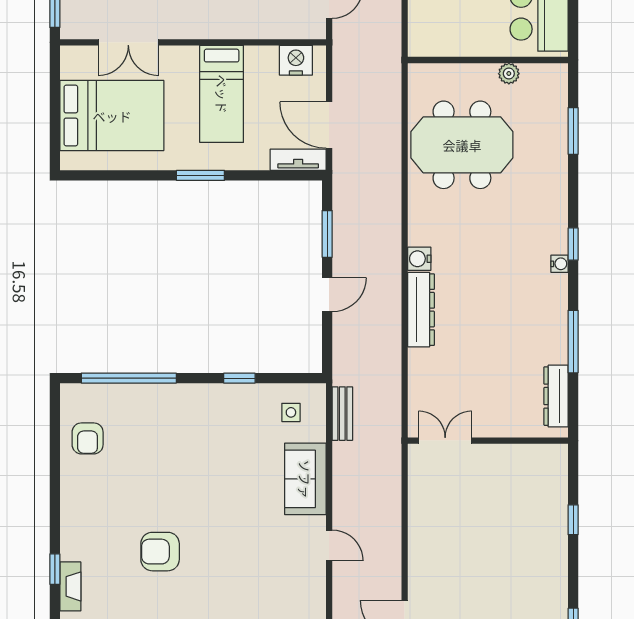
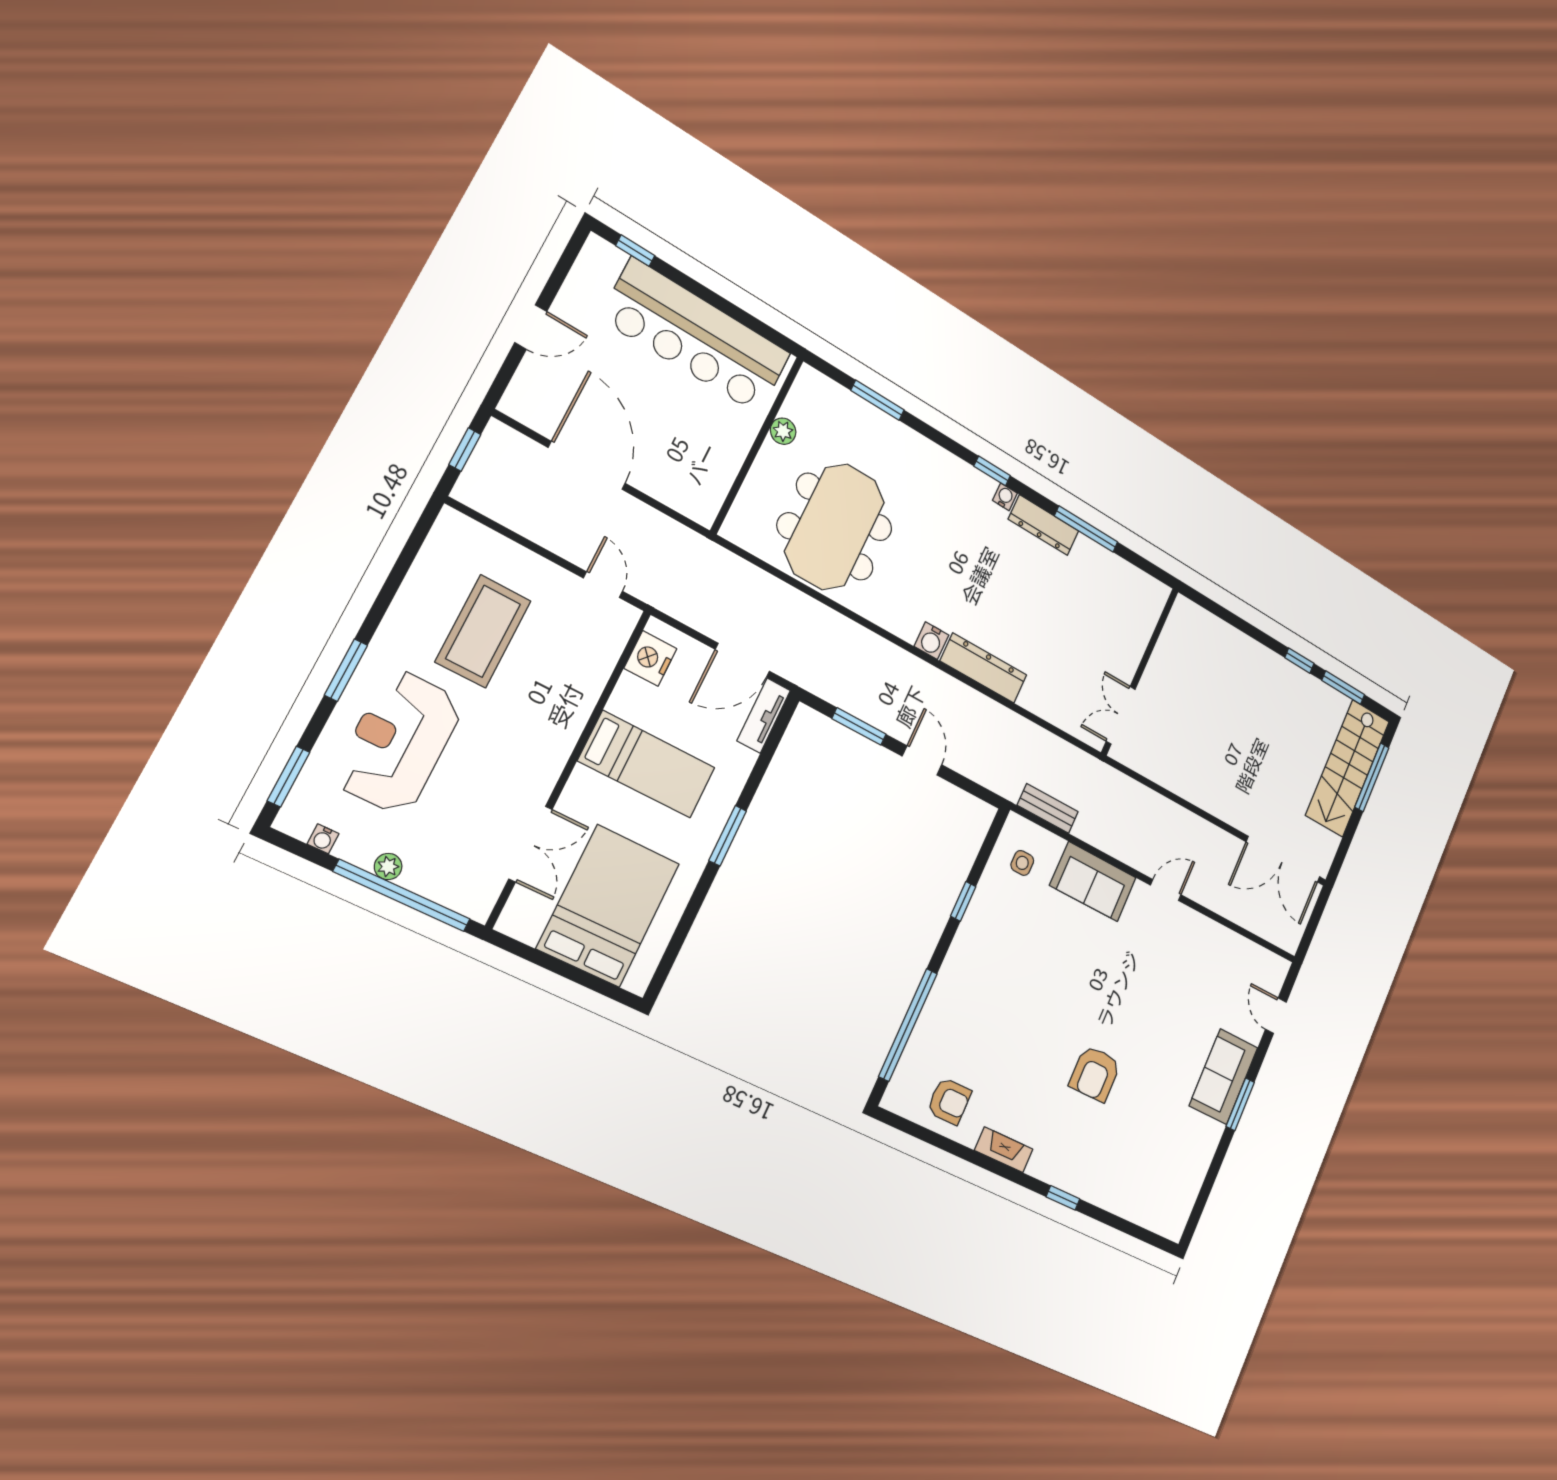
dresser: (556, 396) -> (1044, 525), moved
window: (573, 520) -> (1299, 661), moved
fireplace: (70, 586) -> (1004, 1150), moved

